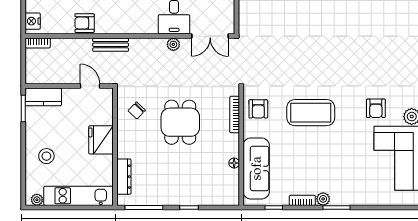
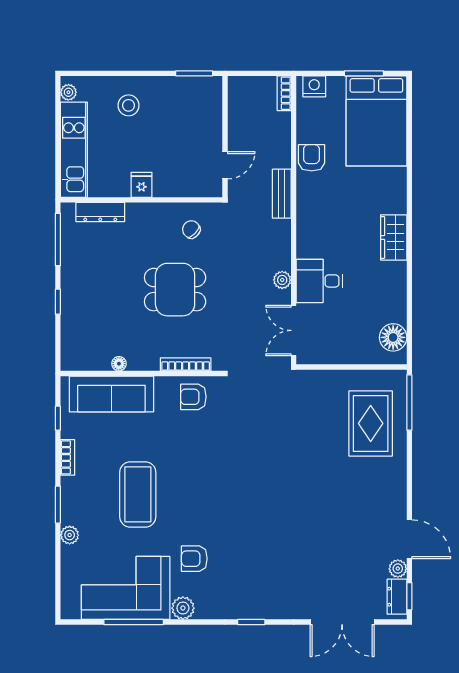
kitchen counter: (43, 97) -> (210, 101), removed
coffee table: (311, 113) -> (138, 494), moved
fridge: (101, 140) -> (141, 185), width x0.53, depth x0.75
plant: (323, 199) -> (70, 535), moved

